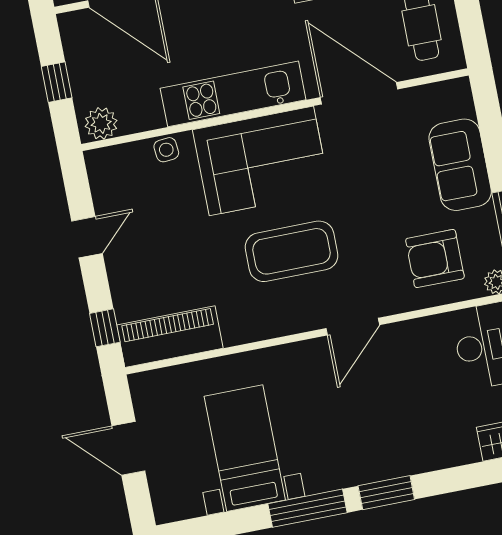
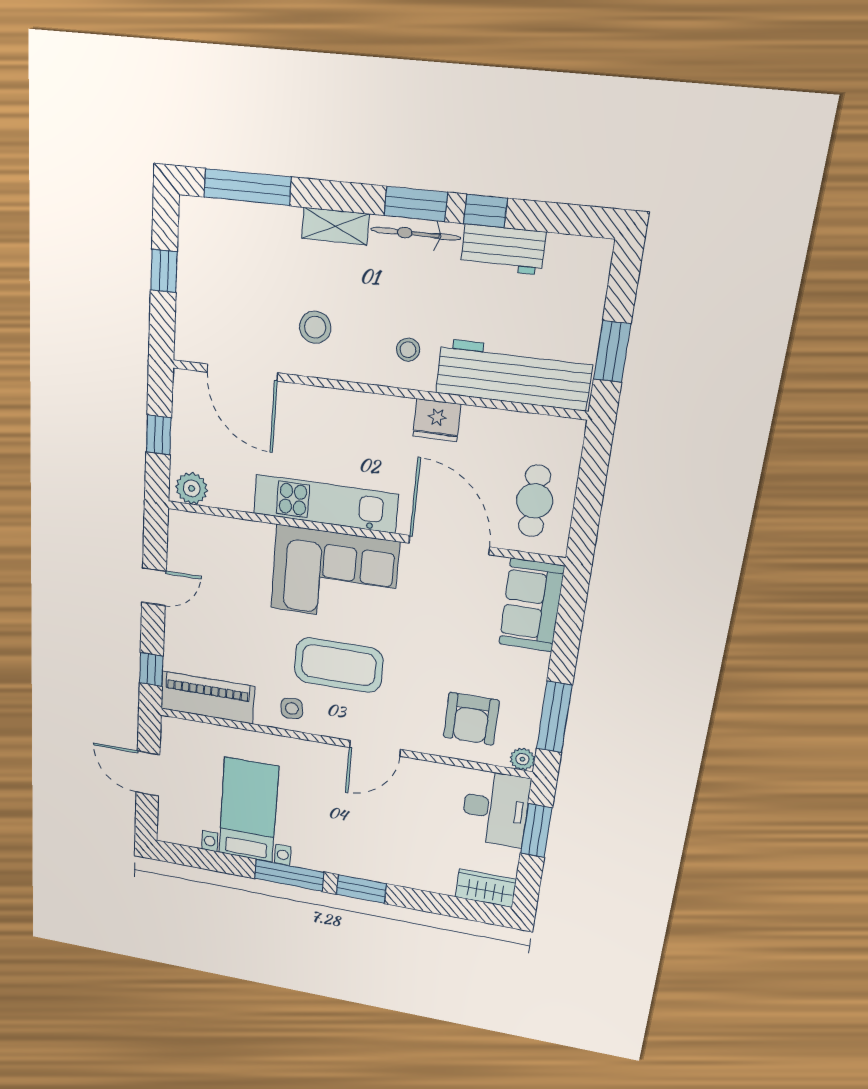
side table: (166, 150) -> (292, 708), moved
sofa: (460, 165) -> (531, 605), moved
armchair: (435, 259) -> (471, 719), turned -90

